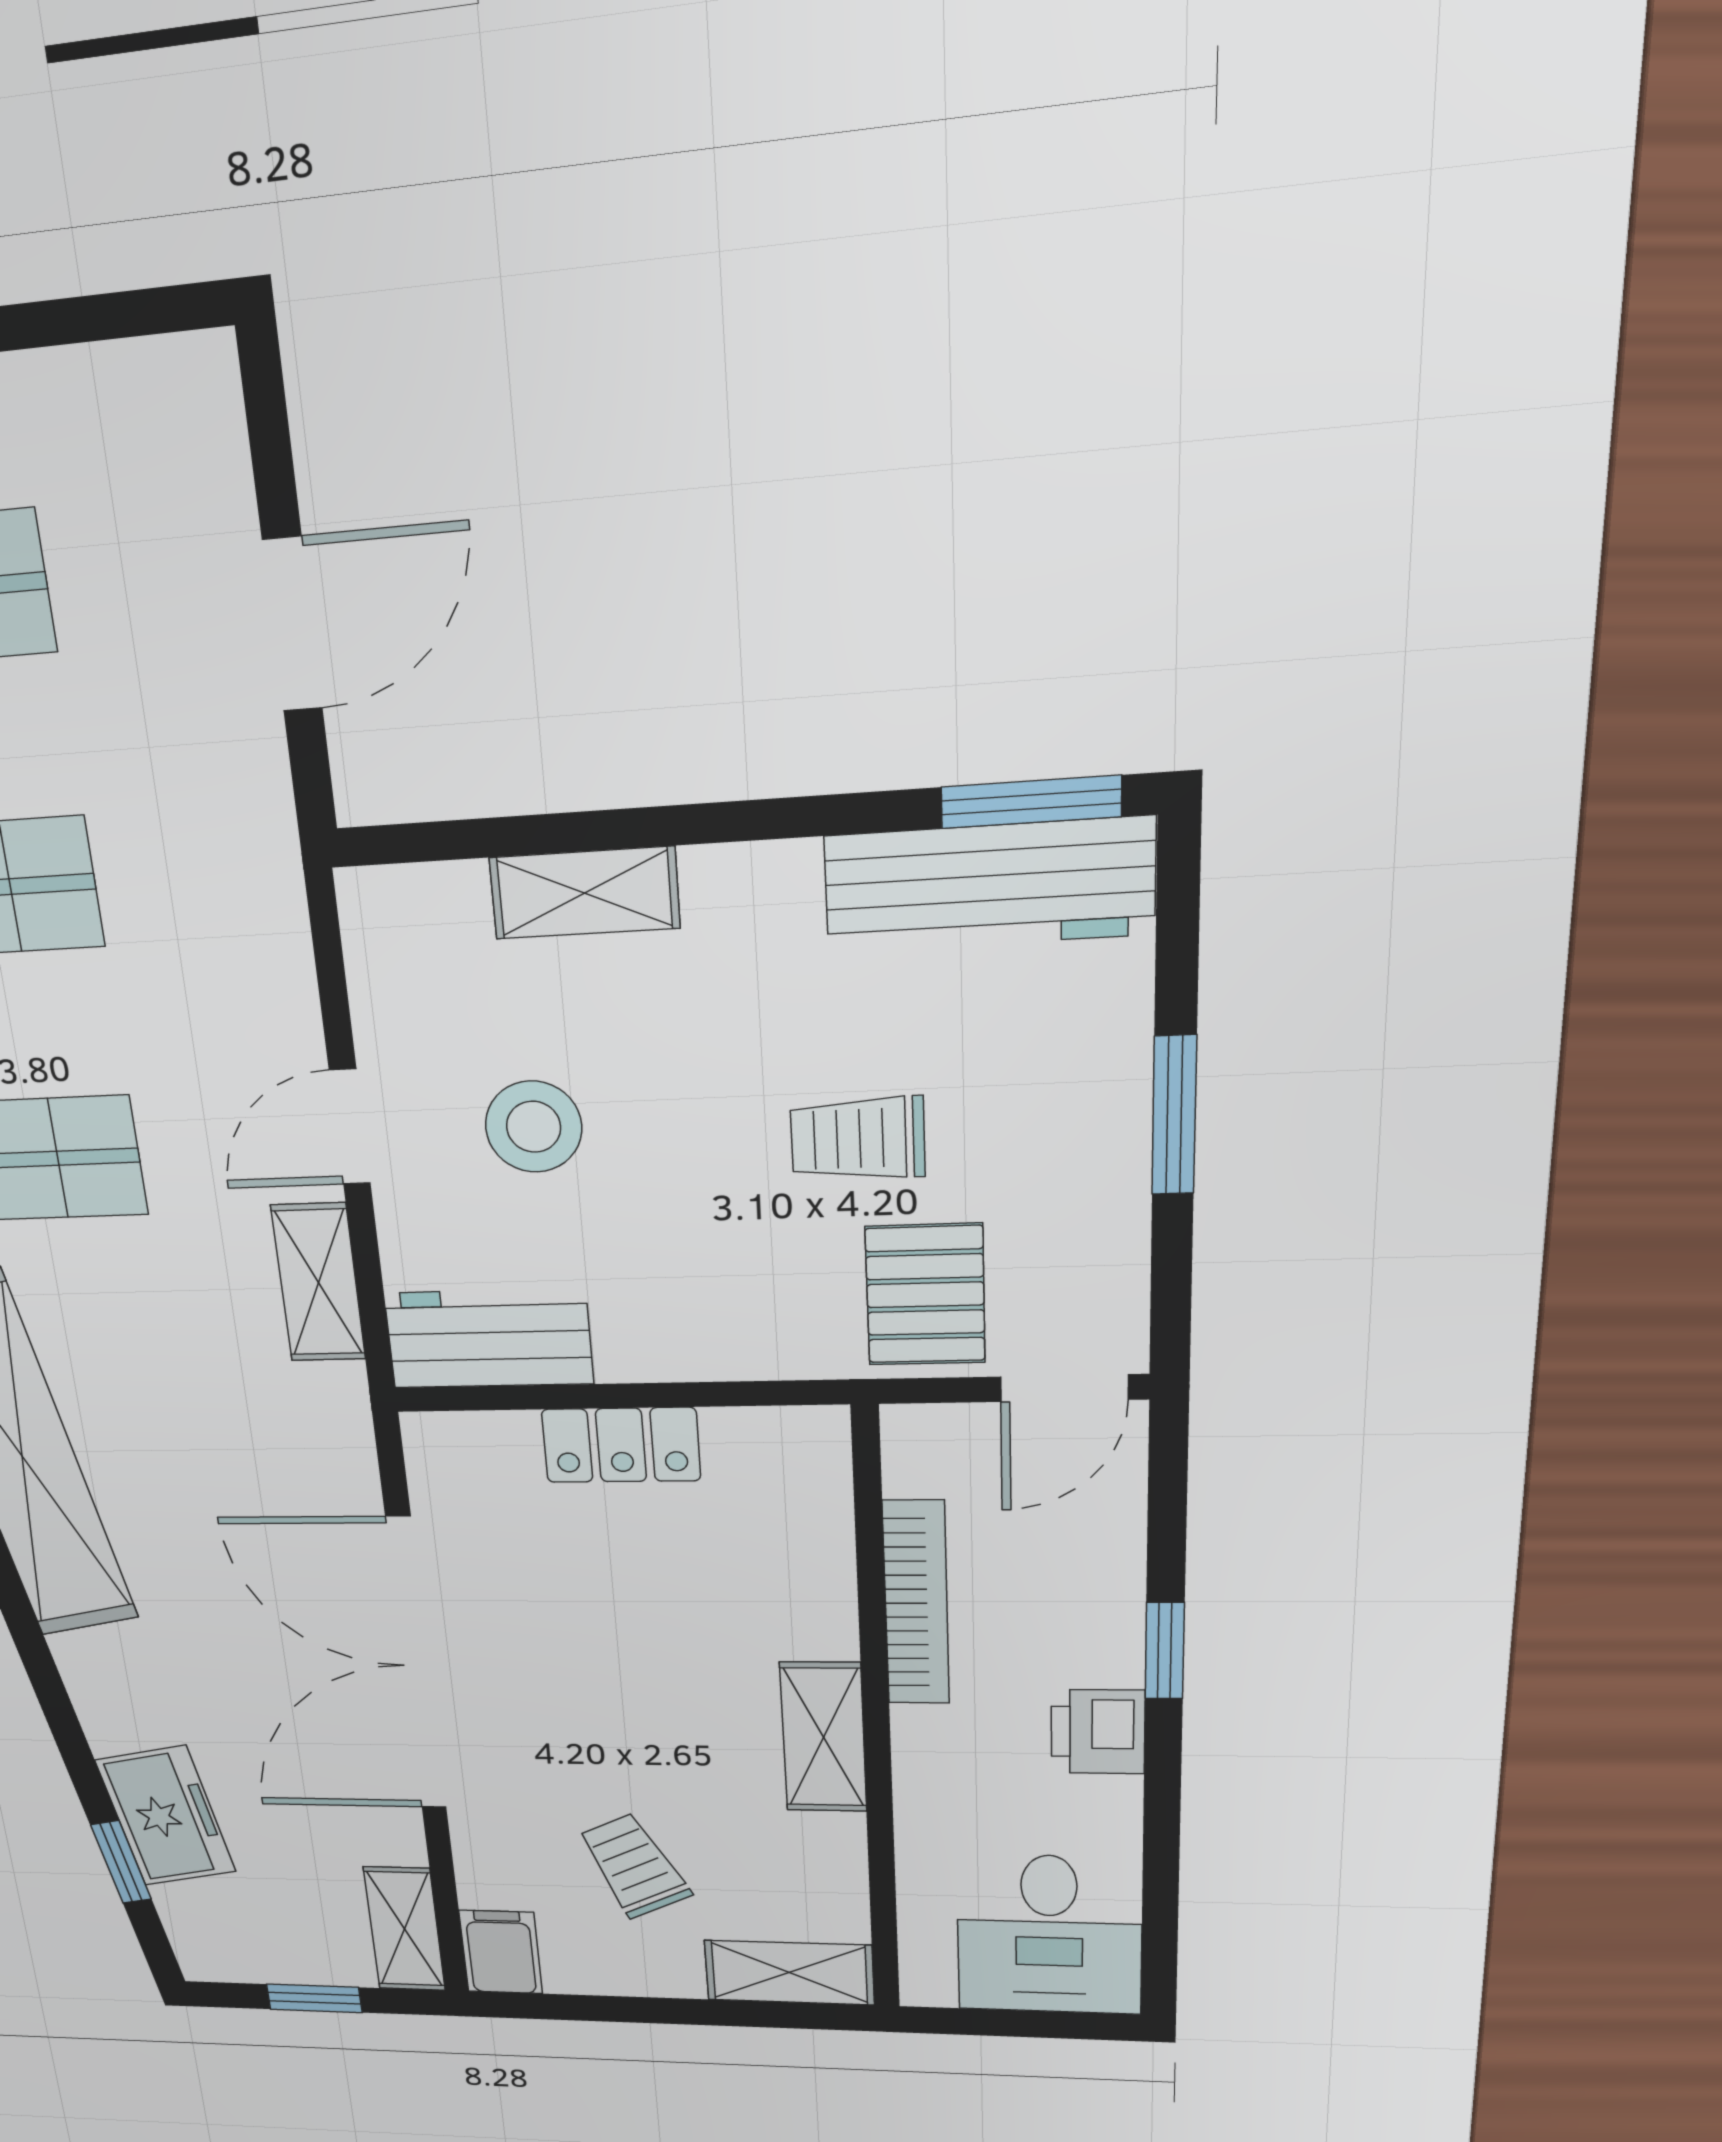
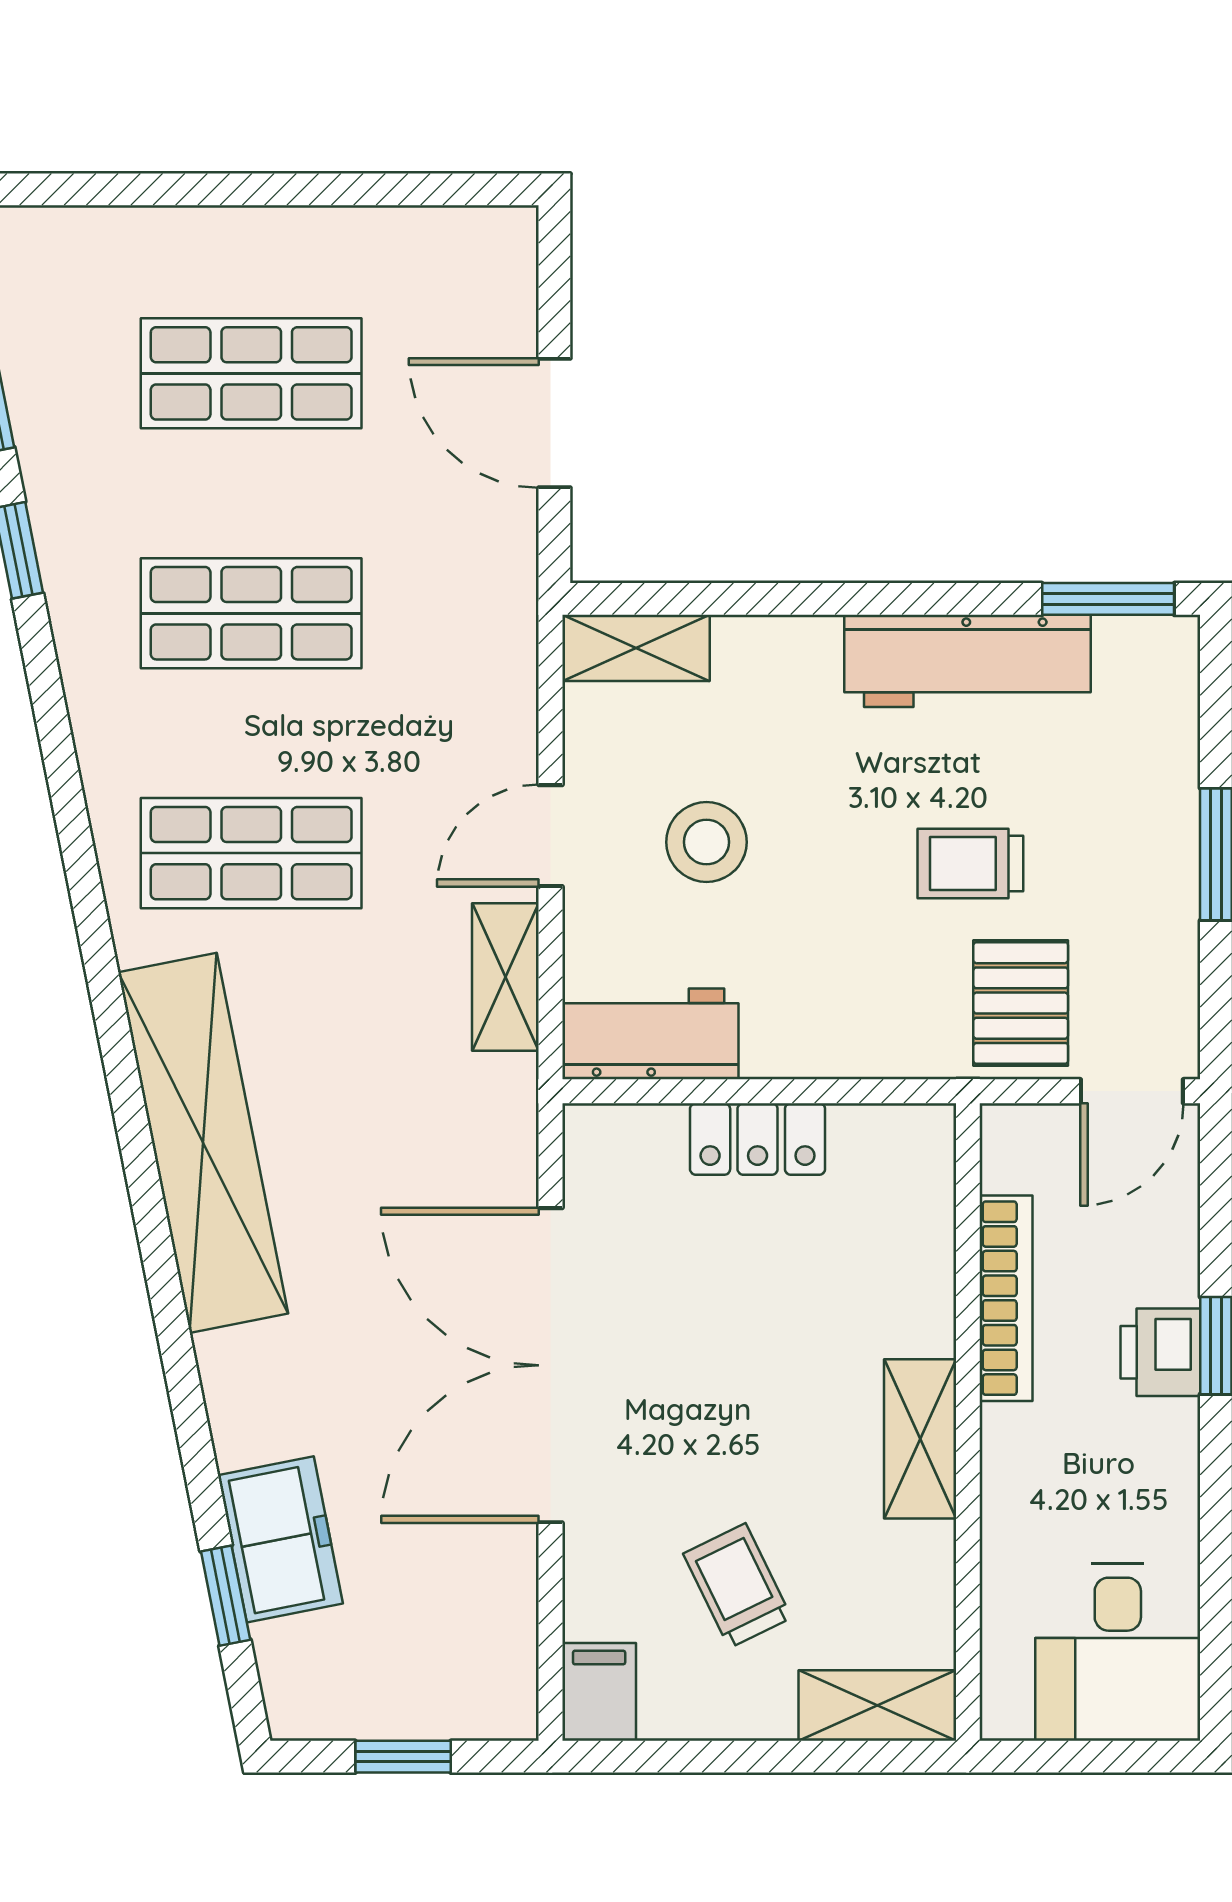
door: (292, 624) -> (554, 423), swing flipped
workbench: (989, 885) -> (968, 661), moved
shelving: (585, 893) -> (636, 648), moved
printer: (1098, 1732) -> (1160, 1352), moved
shelving: (404, 1929) -> (506, 1667), removed

